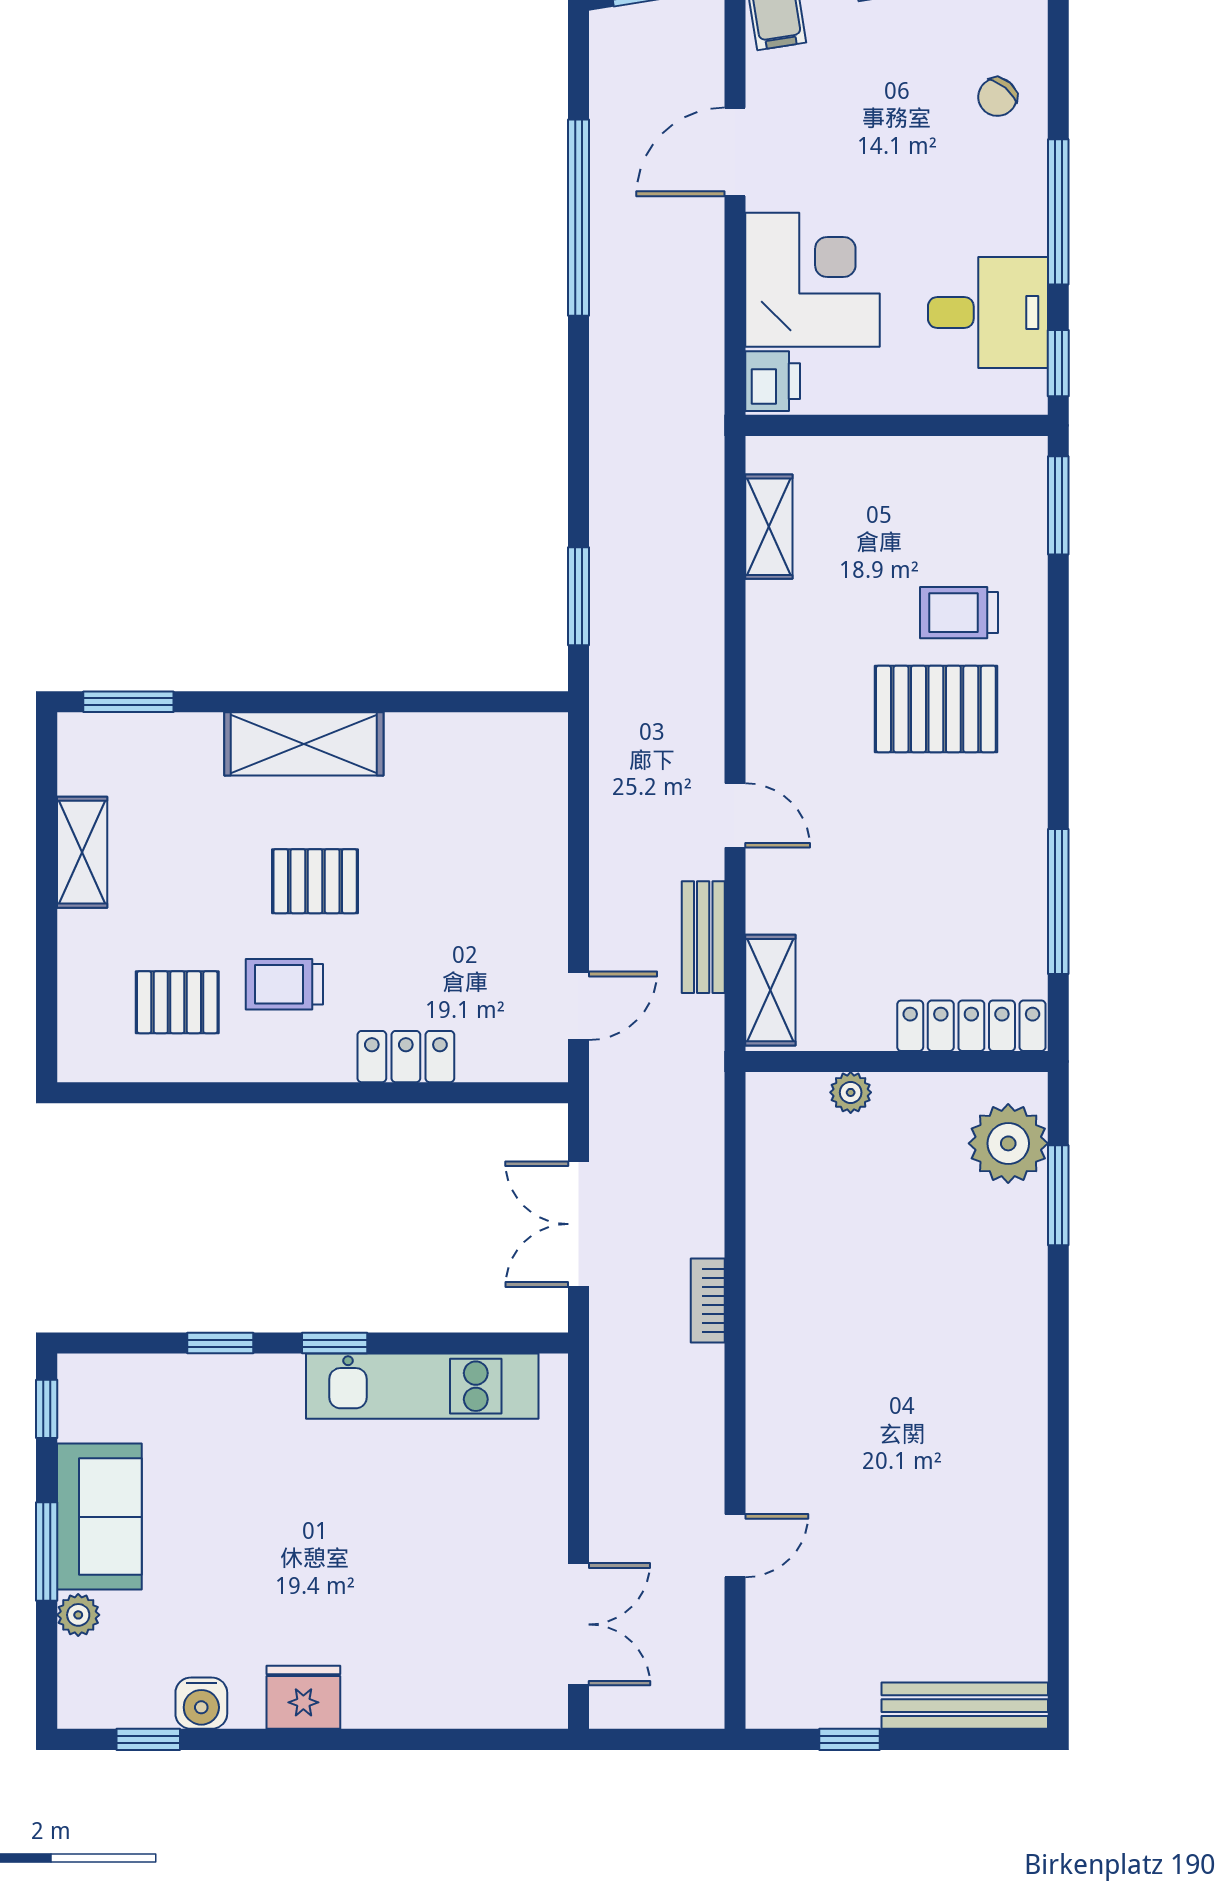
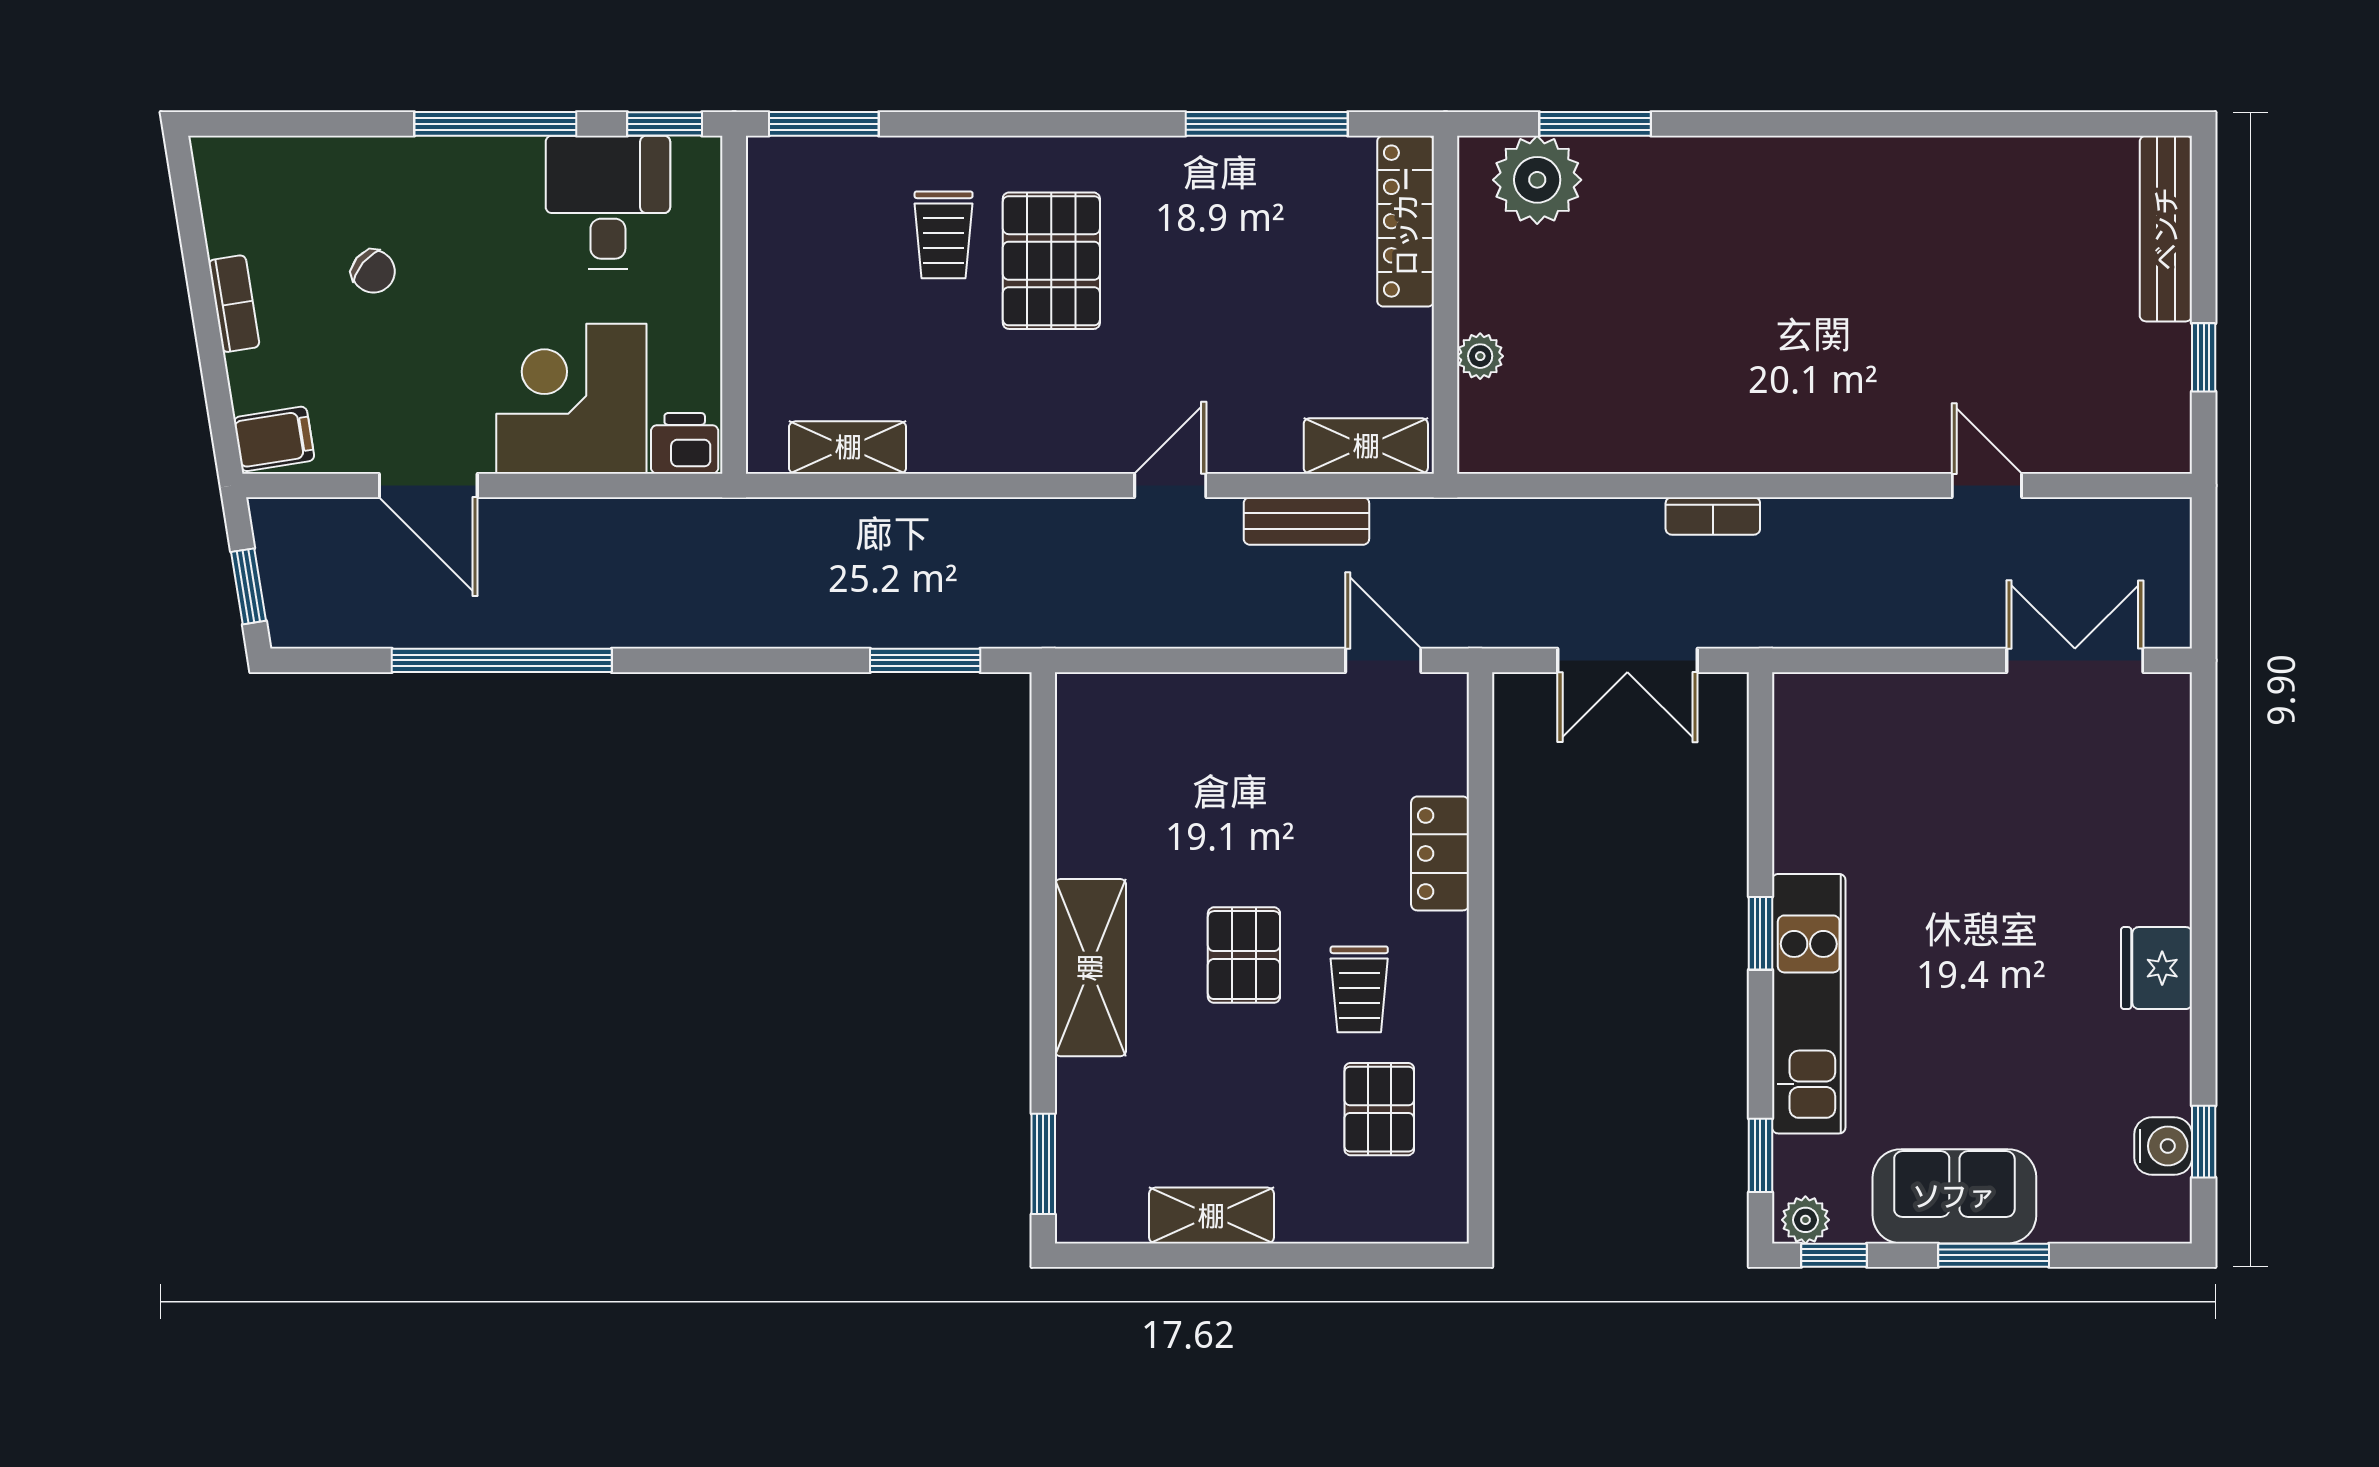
chair: (997, 97) -> (373, 271), moved
window: (220, 1343) -> (1760, 1155), moved
kitchen unit: (422, 1386) -> (1809, 1004), moved
plant: (78, 1615) -> (1805, 1220), moved
water cooler: (201, 1703) -> (2163, 1146), moved

